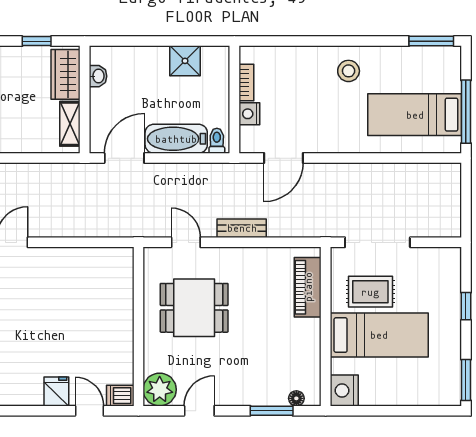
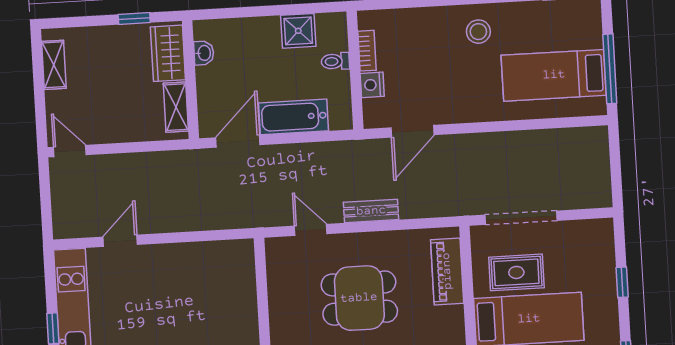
toilet: (217, 141) -> (335, 61), moved, turned -90
dining table: (194, 308) -> (359, 298), moved

